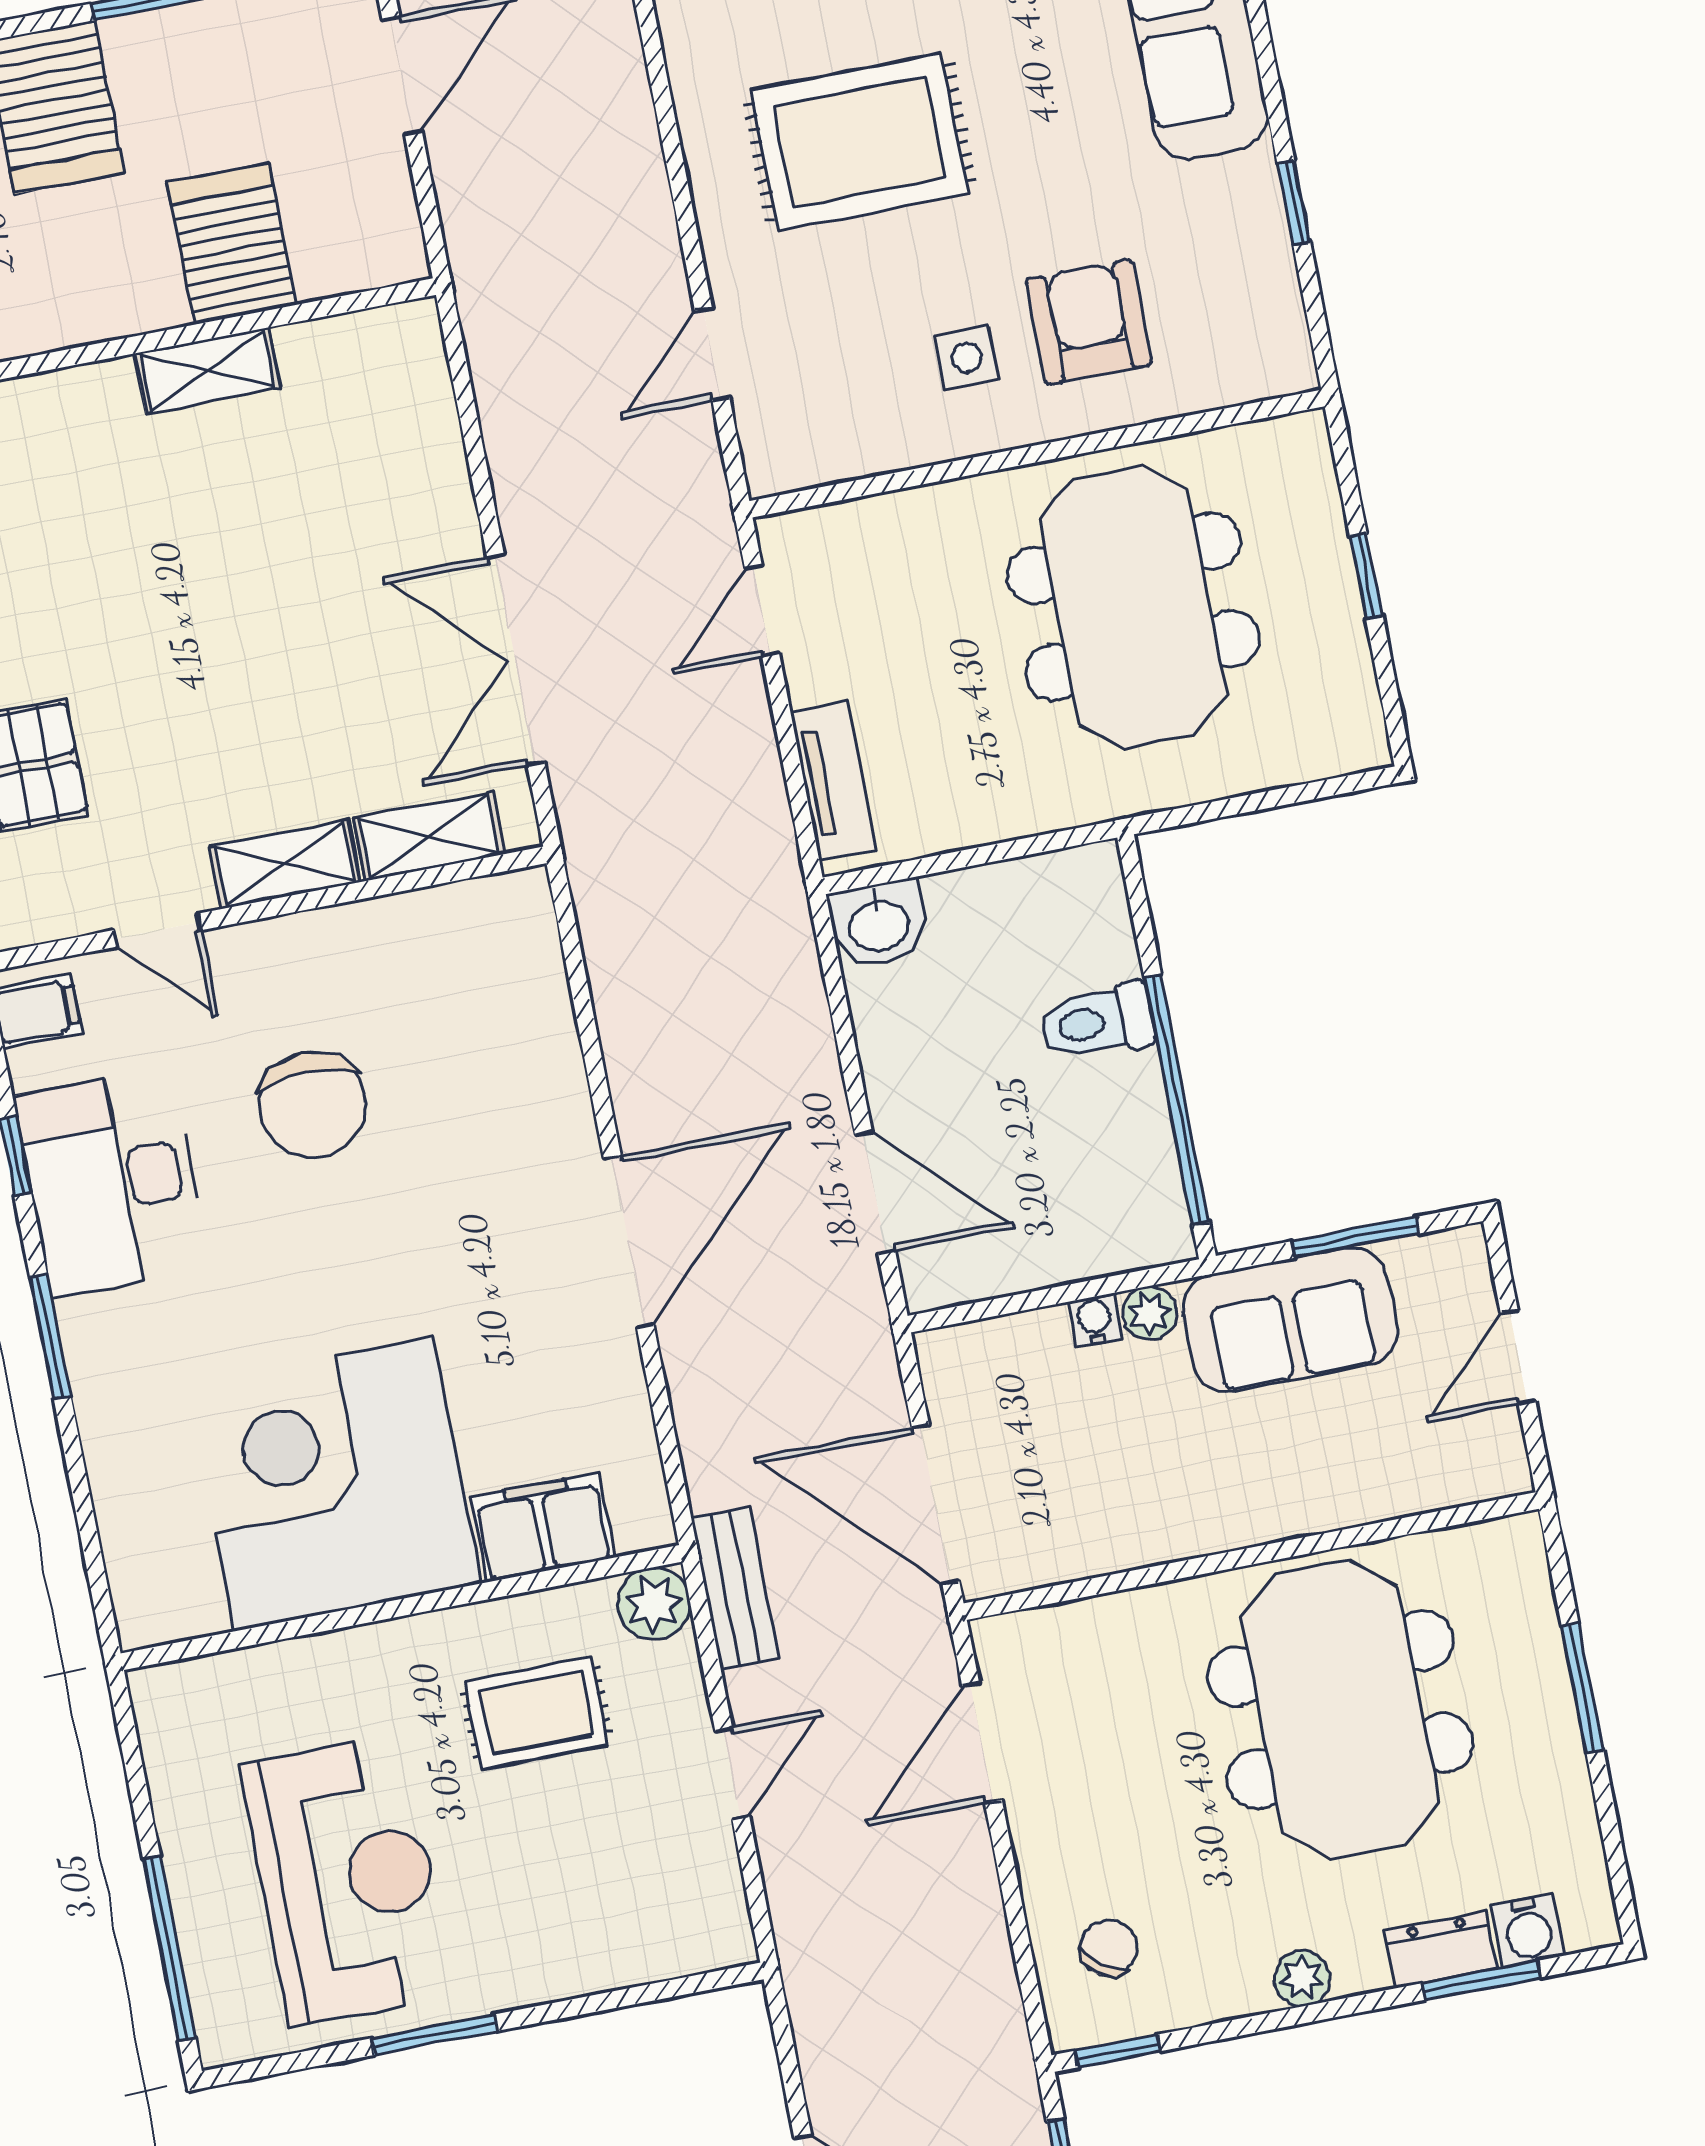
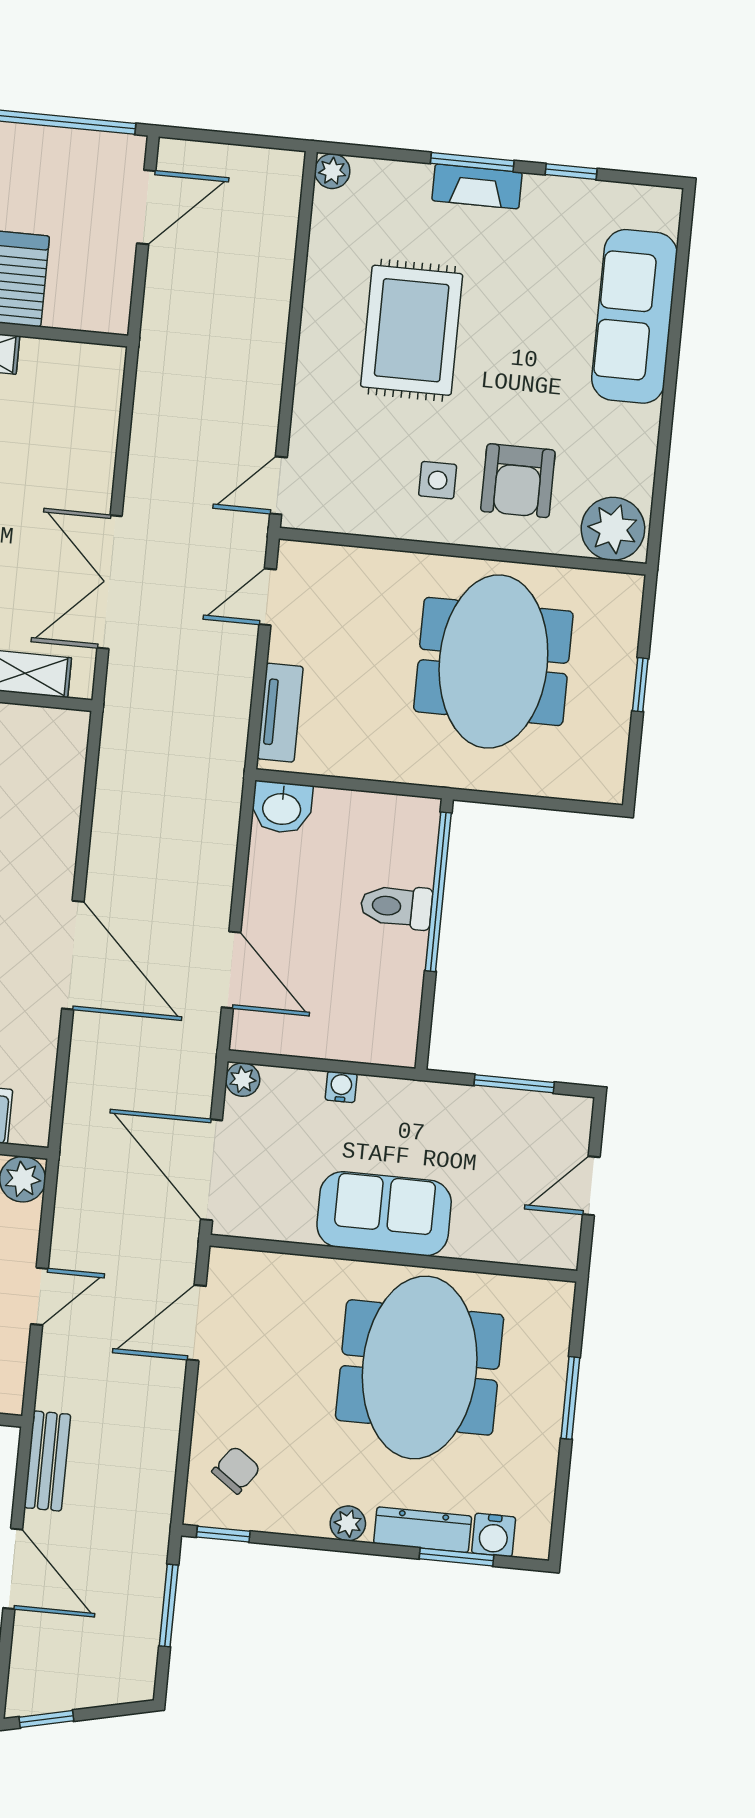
rug: (860, 142) -> (412, 330), turned 90
window: (1294, 203) -> (664, 445), removed
armchair: (1089, 322) -> (518, 481), turned 180
plant: (1254, 352) -> (613, 529), added
door: (712, 354) -> (279, 485), moved
window: (1177, 1100) -> (438, 892), moved
door: (629, 1242) -> (73, 955), hinge flipped
plant: (1150, 1313) -> (243, 1080), moved
sofa: (1290, 1320) -> (384, 1214), moved, turned 180
bench: (735, 1588) -> (47, 1461), moved
dresser: (1440, 1950) -> (423, 1530), width x1.44

